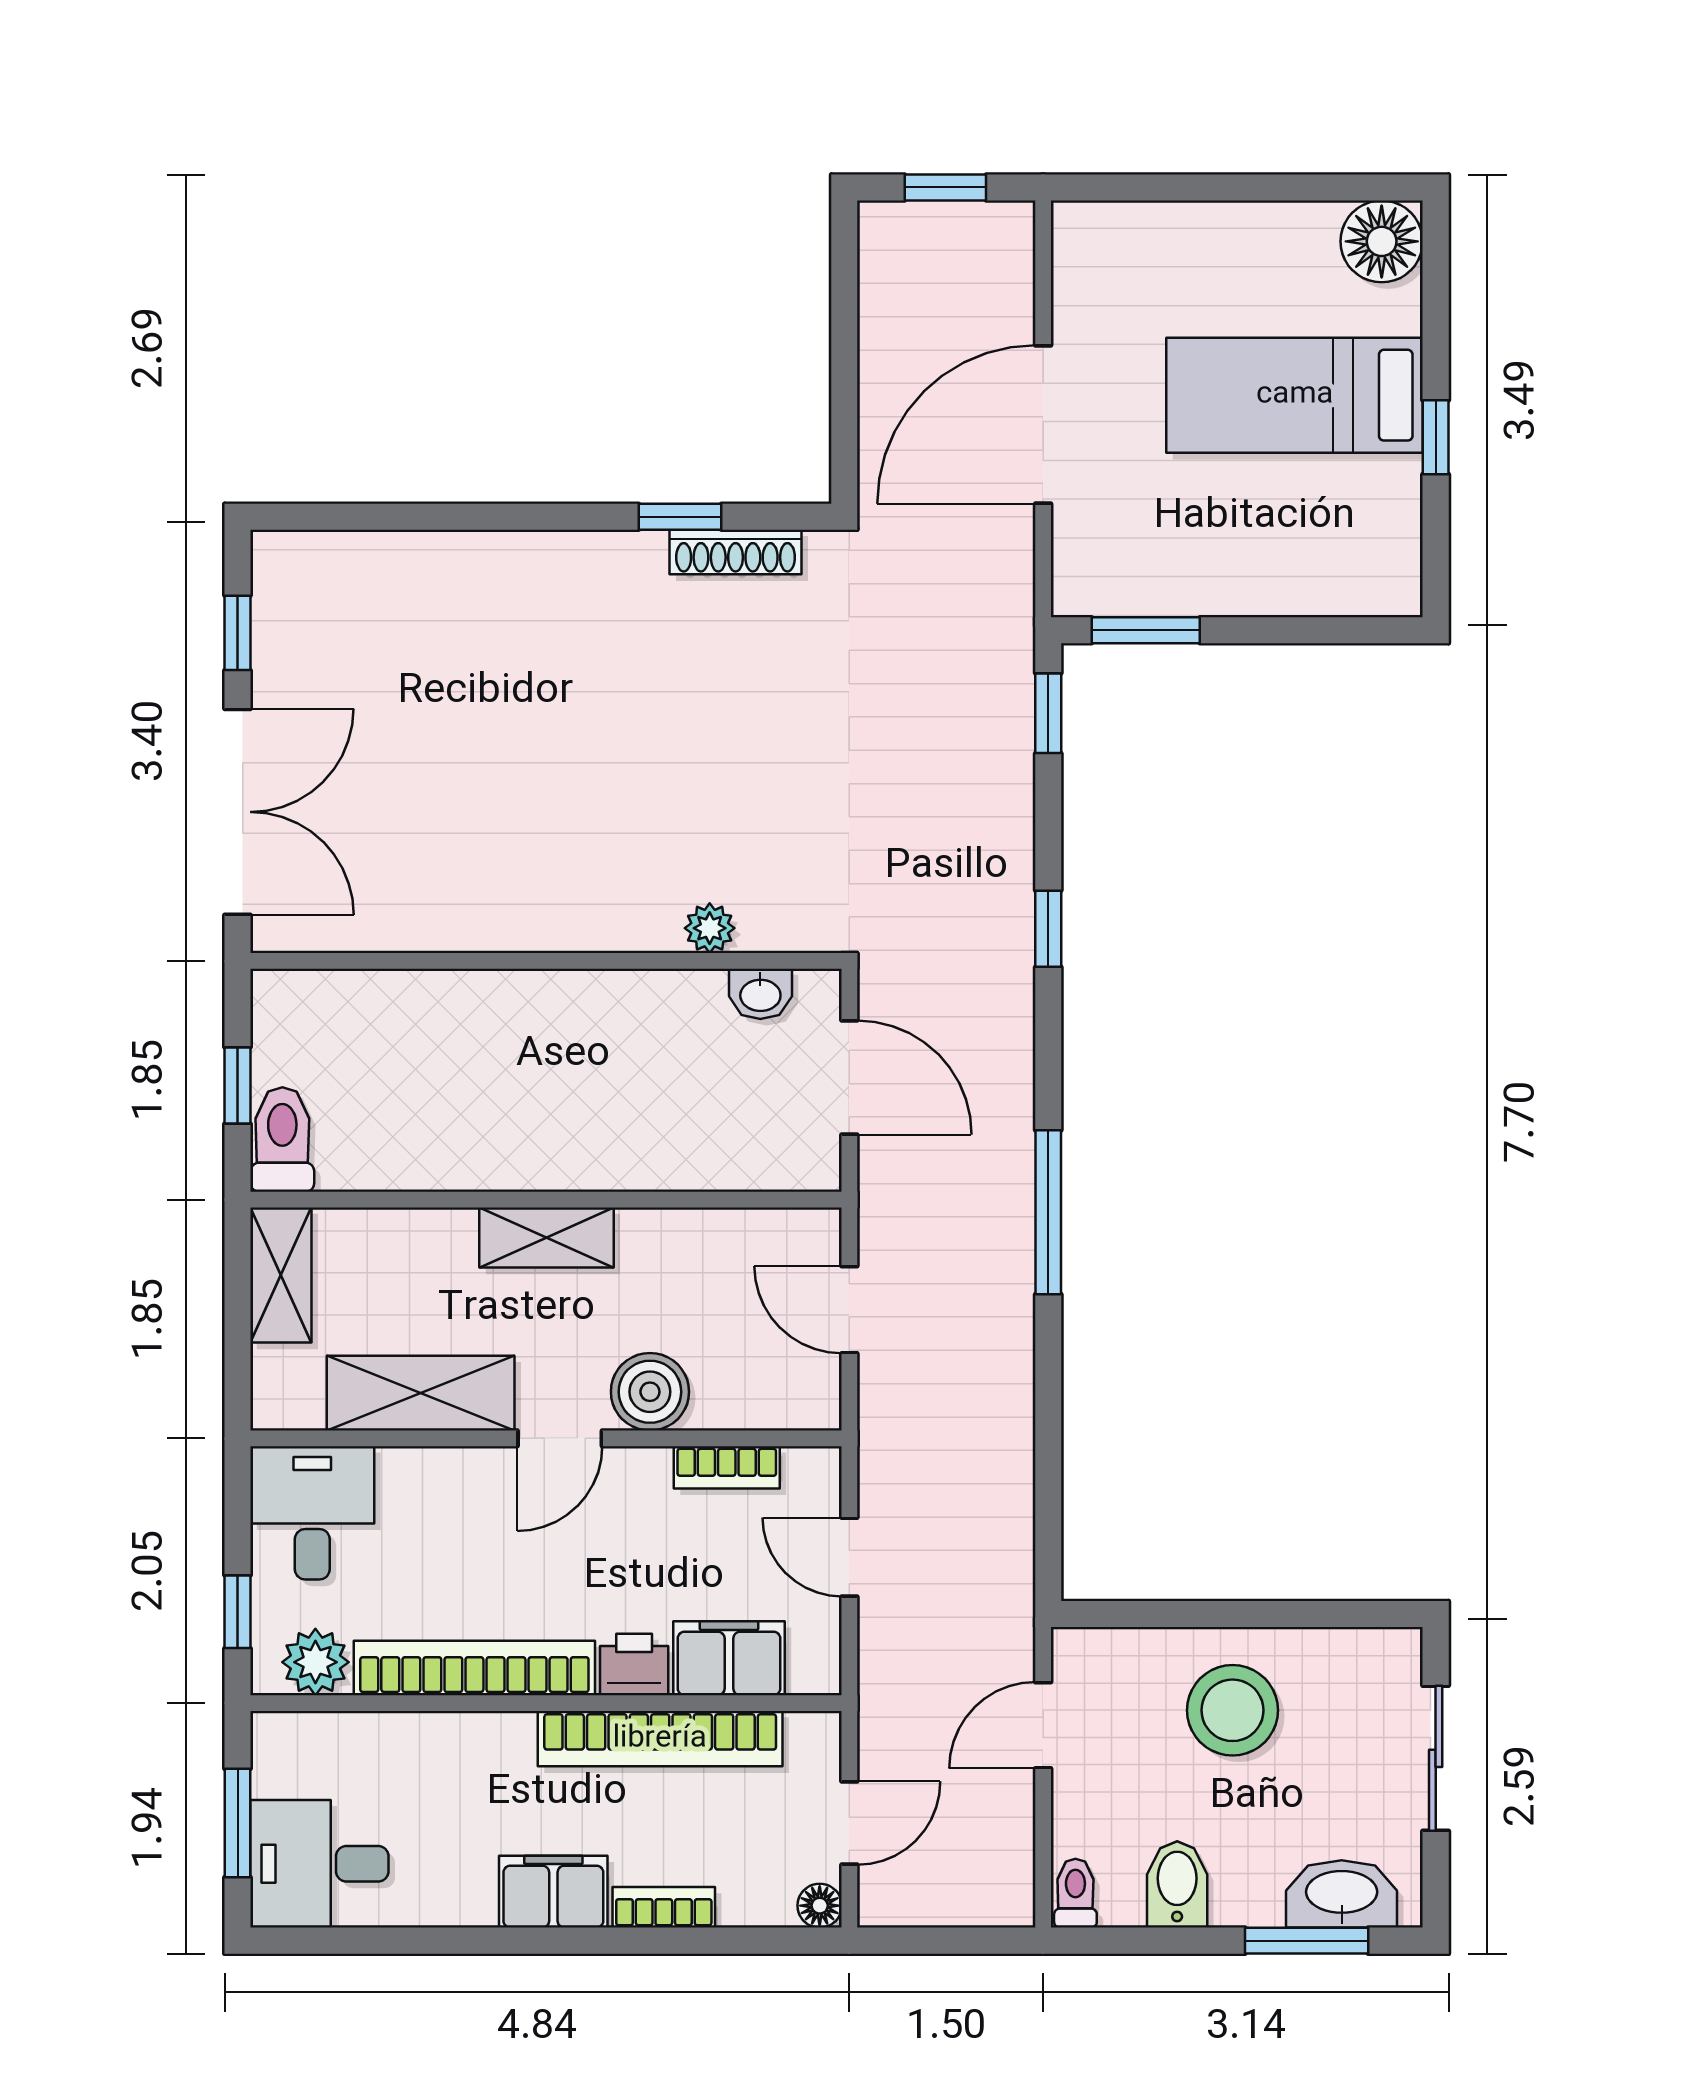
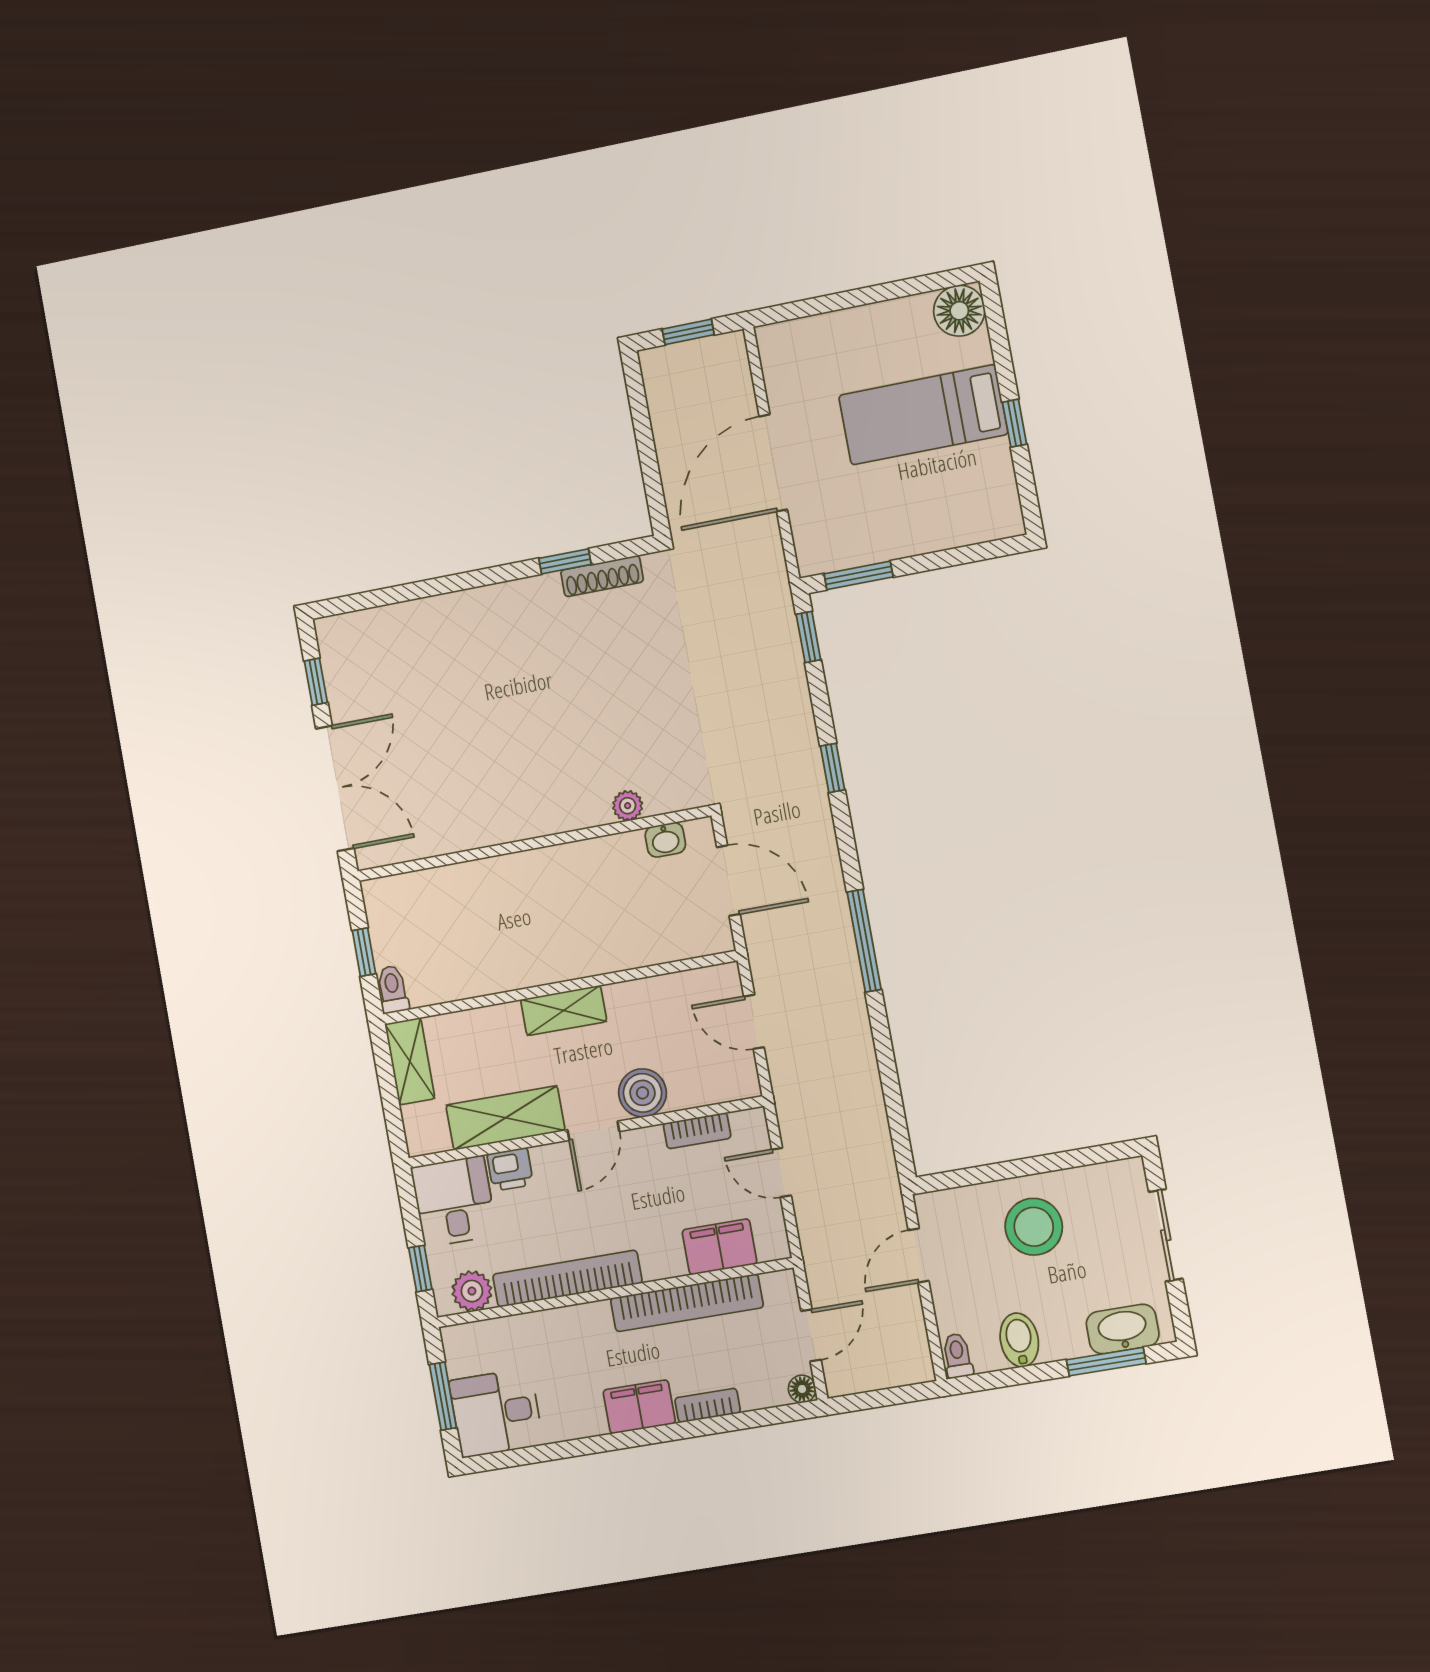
toilet: (282, 1140) -> (393, 989), width x0.73, depth x0.72
printer: (634, 1664) -> (510, 1169), moved, turned 180

